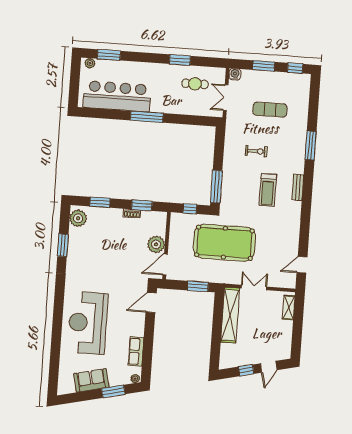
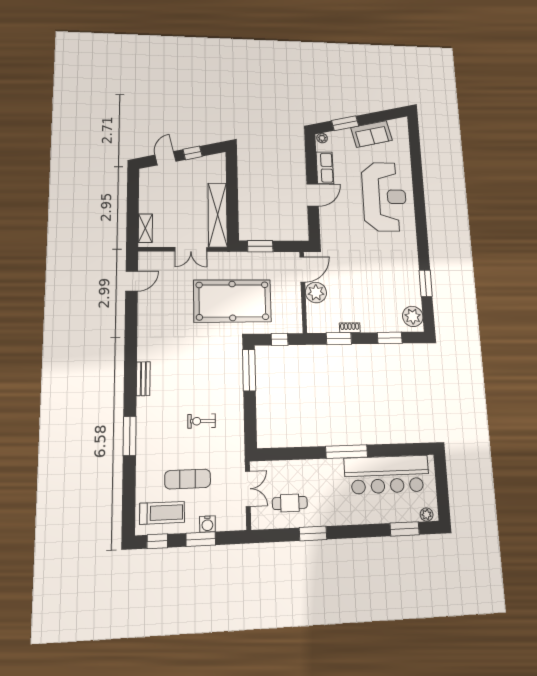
water cooler: (235, 74) -> (207, 524), moved
treadmill: (268, 190) -> (162, 513), moved, turned 90
door: (151, 303) -> (313, 195), moved

